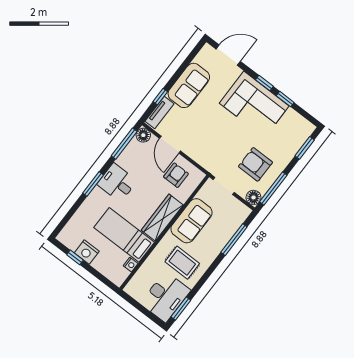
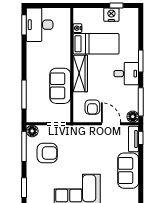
window: (160, 97) -> (141, 138), moved
rug: (182, 263) -> (46, 55), removed

